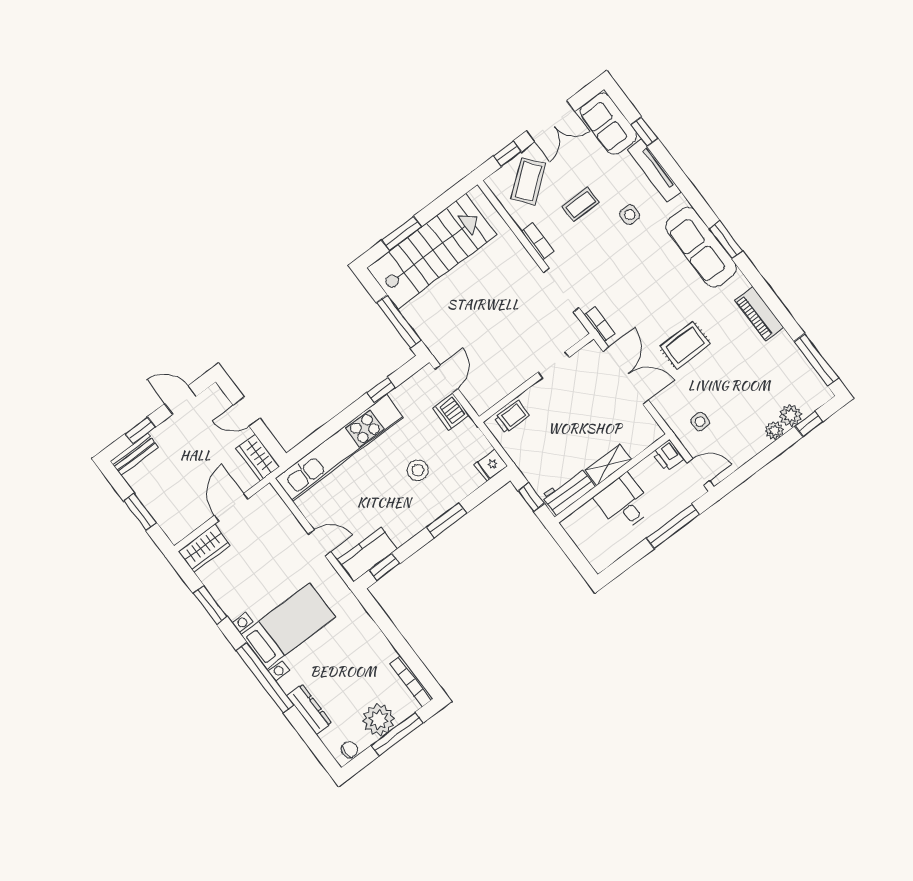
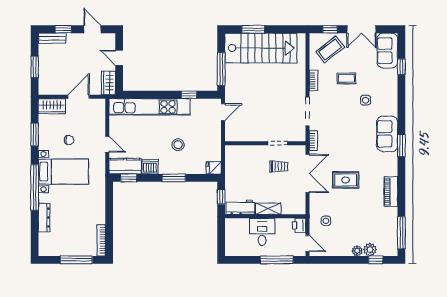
tv unit: (654, 171) -> (392, 88), removed
sofa: (701, 247) -> (387, 134), width x0.73
dishwasher: (451, 412) -> (150, 167), moved, turned 90
trolley: (512, 417) -> (279, 166), moved
plant: (379, 720) -> (73, 247), removed
chair: (349, 749) -> (69, 140), moved

